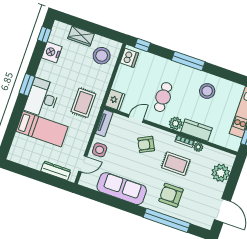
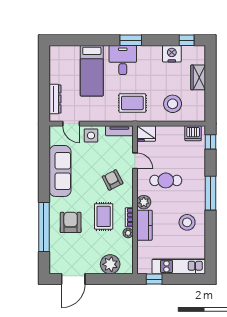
stool: (102, 56) -> (173, 104), moved
desk: (42, 98) -> (123, 60), width x0.73

